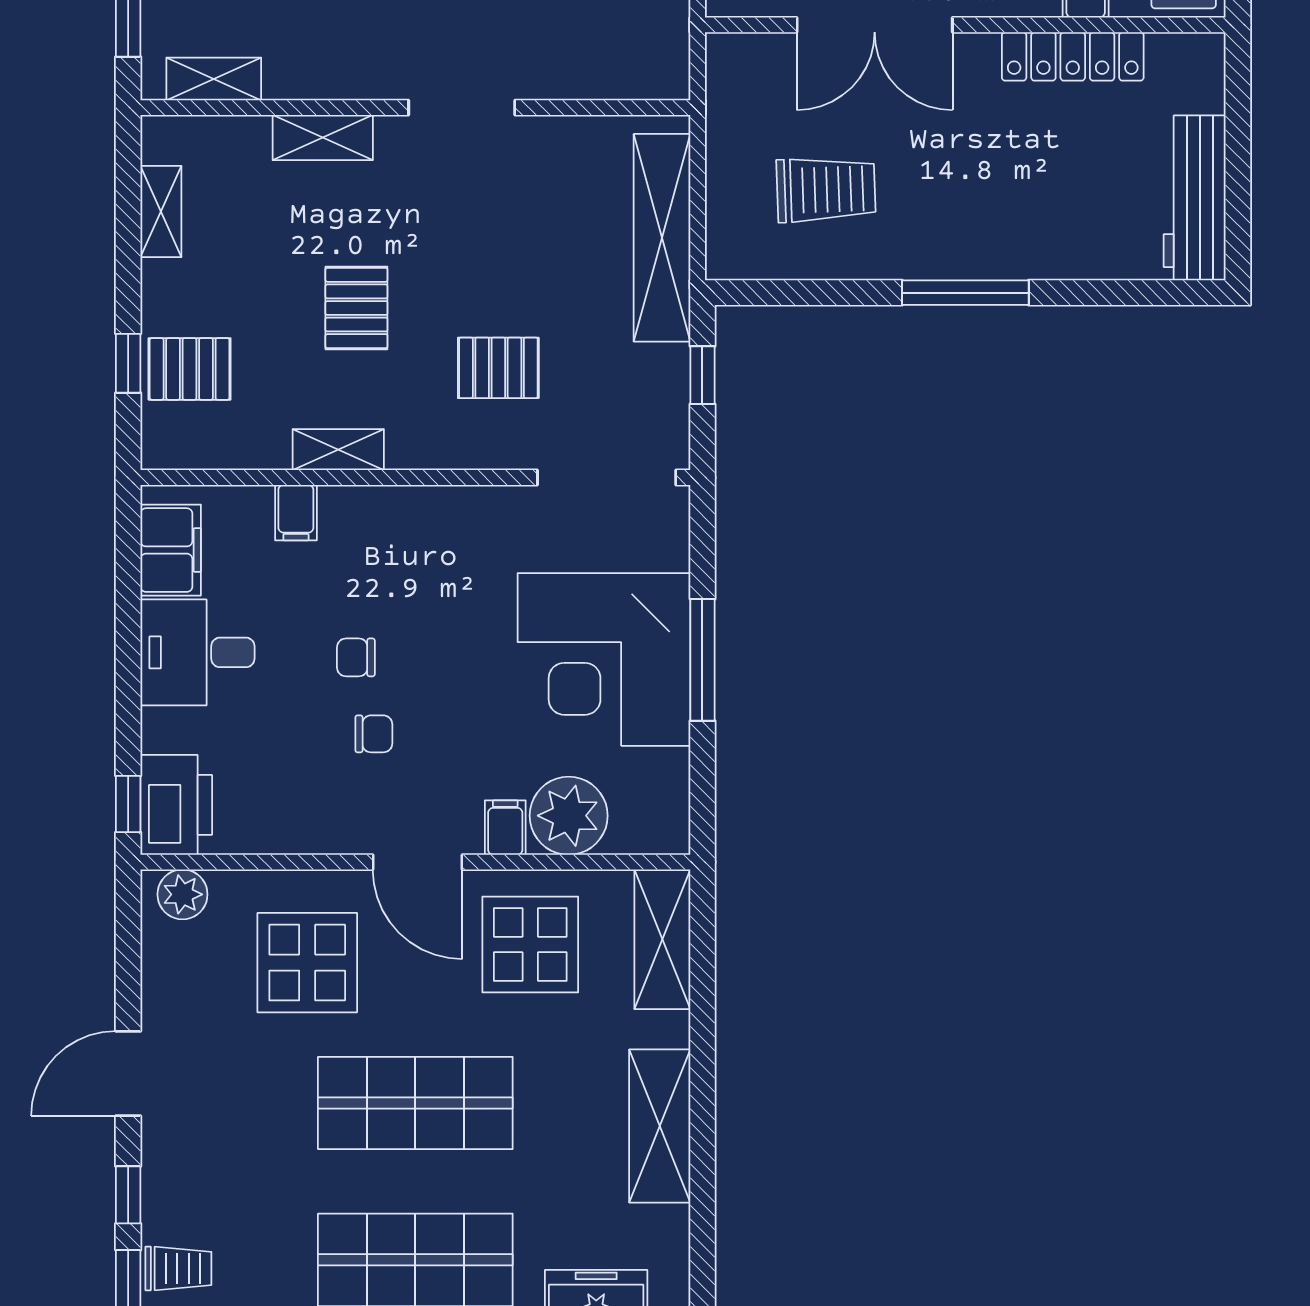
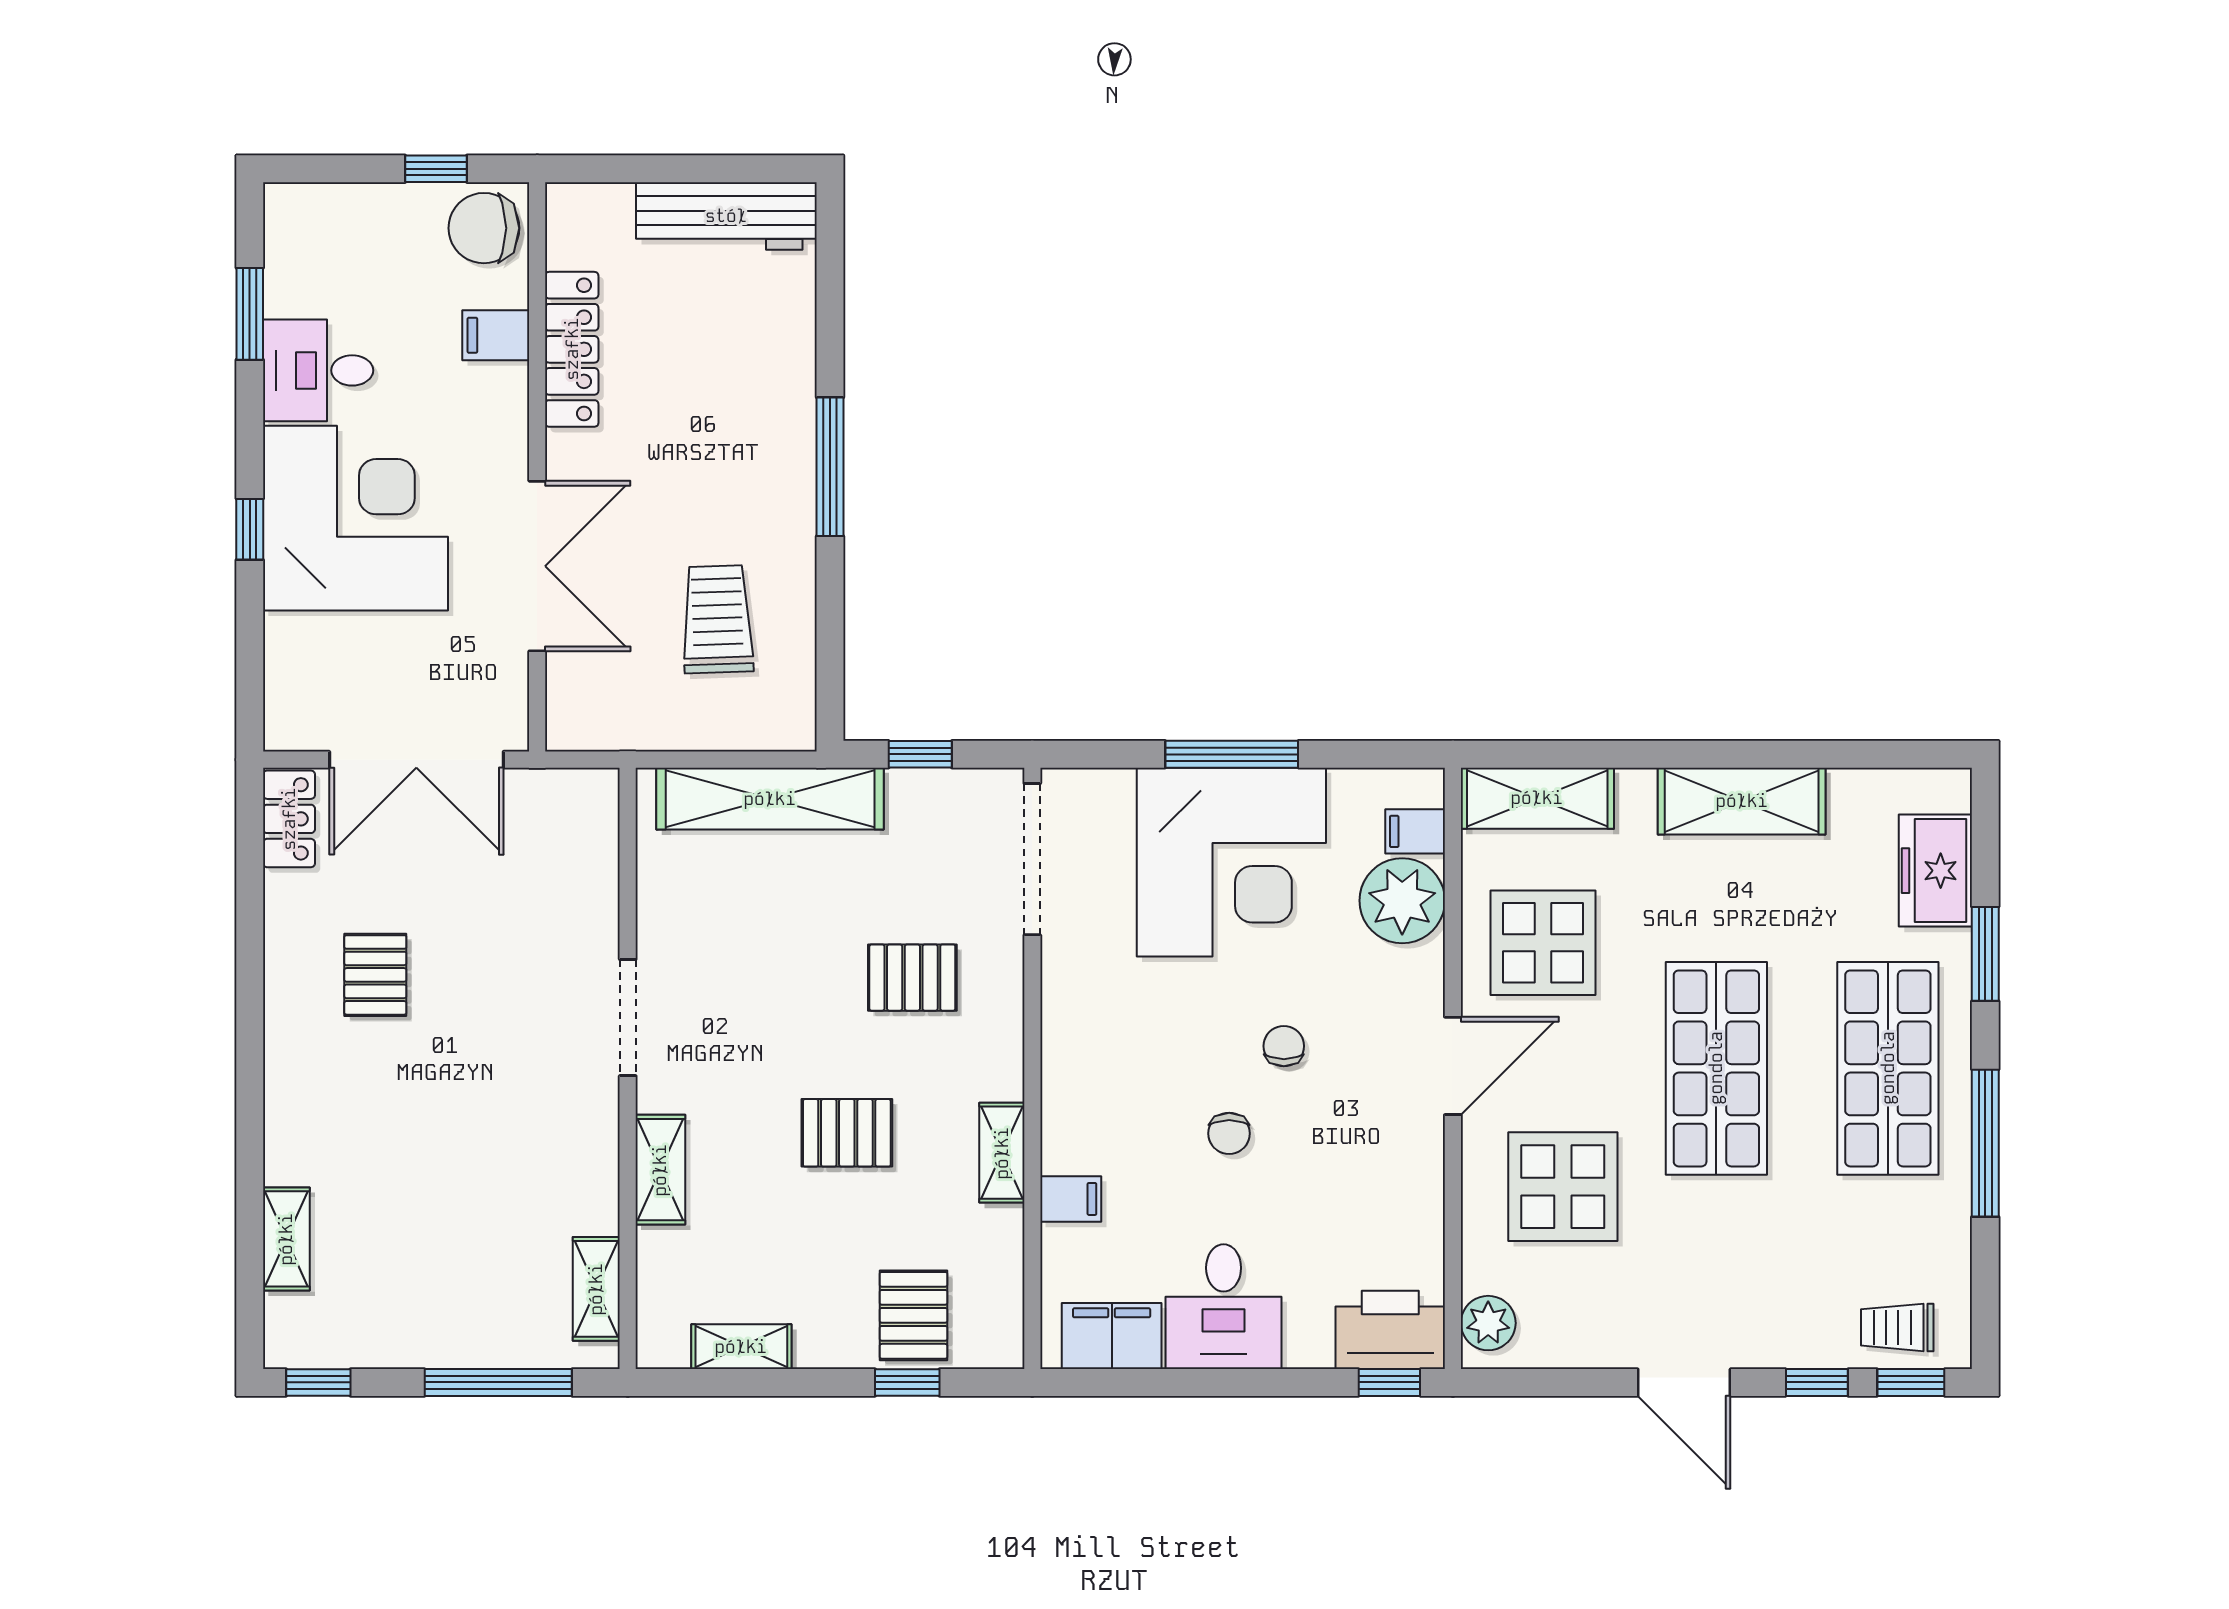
pallet: (498, 368) -> (912, 978), turned 90
chair: (374, 734) -> (1284, 1046), moved
filing cabinet: (505, 828) -> (1415, 831), moved
trolley: (178, 1268) -> (1897, 1327), turned -90

